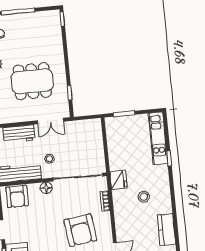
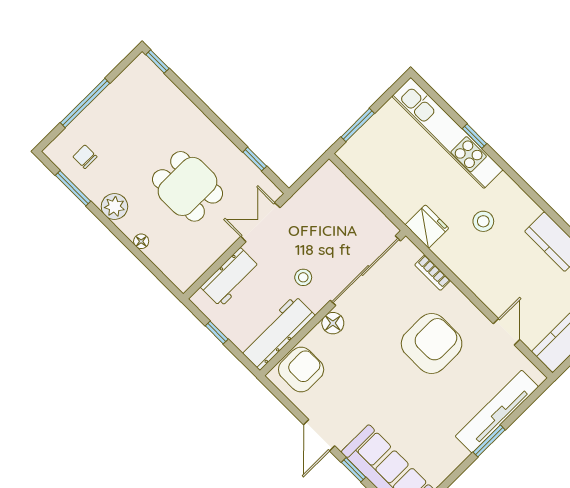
dining table: (32, 81) -> (188, 186), width x0.73
double door: (50, 121) -> (260, 222), swing flipped
kitchen unit: (158, 138) -> (447, 133), width x1.36
armchair: (17, 196) -> (301, 370), turned -90
armchair: (80, 230) -> (432, 344), turned -82

